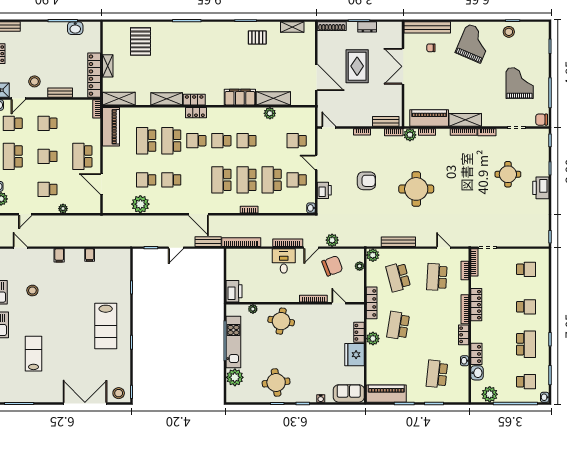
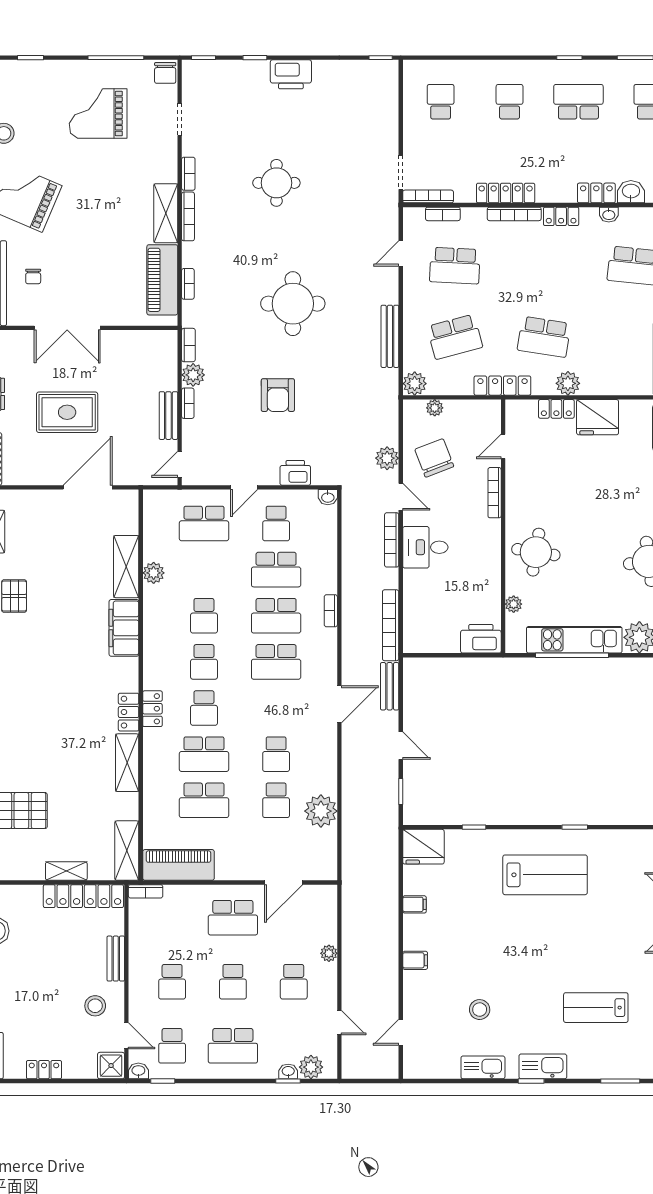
bench: (386, 121) -> (168, 416), moved
plant: (410, 135) -> (193, 375), moved
school desk: (297, 141) -> (204, 523), width x1.85
round table: (508, 174) -> (276, 183), moved
armchair: (366, 181) -> (278, 395), turned 180
fridge: (121, 260) -> (423, 847), added

